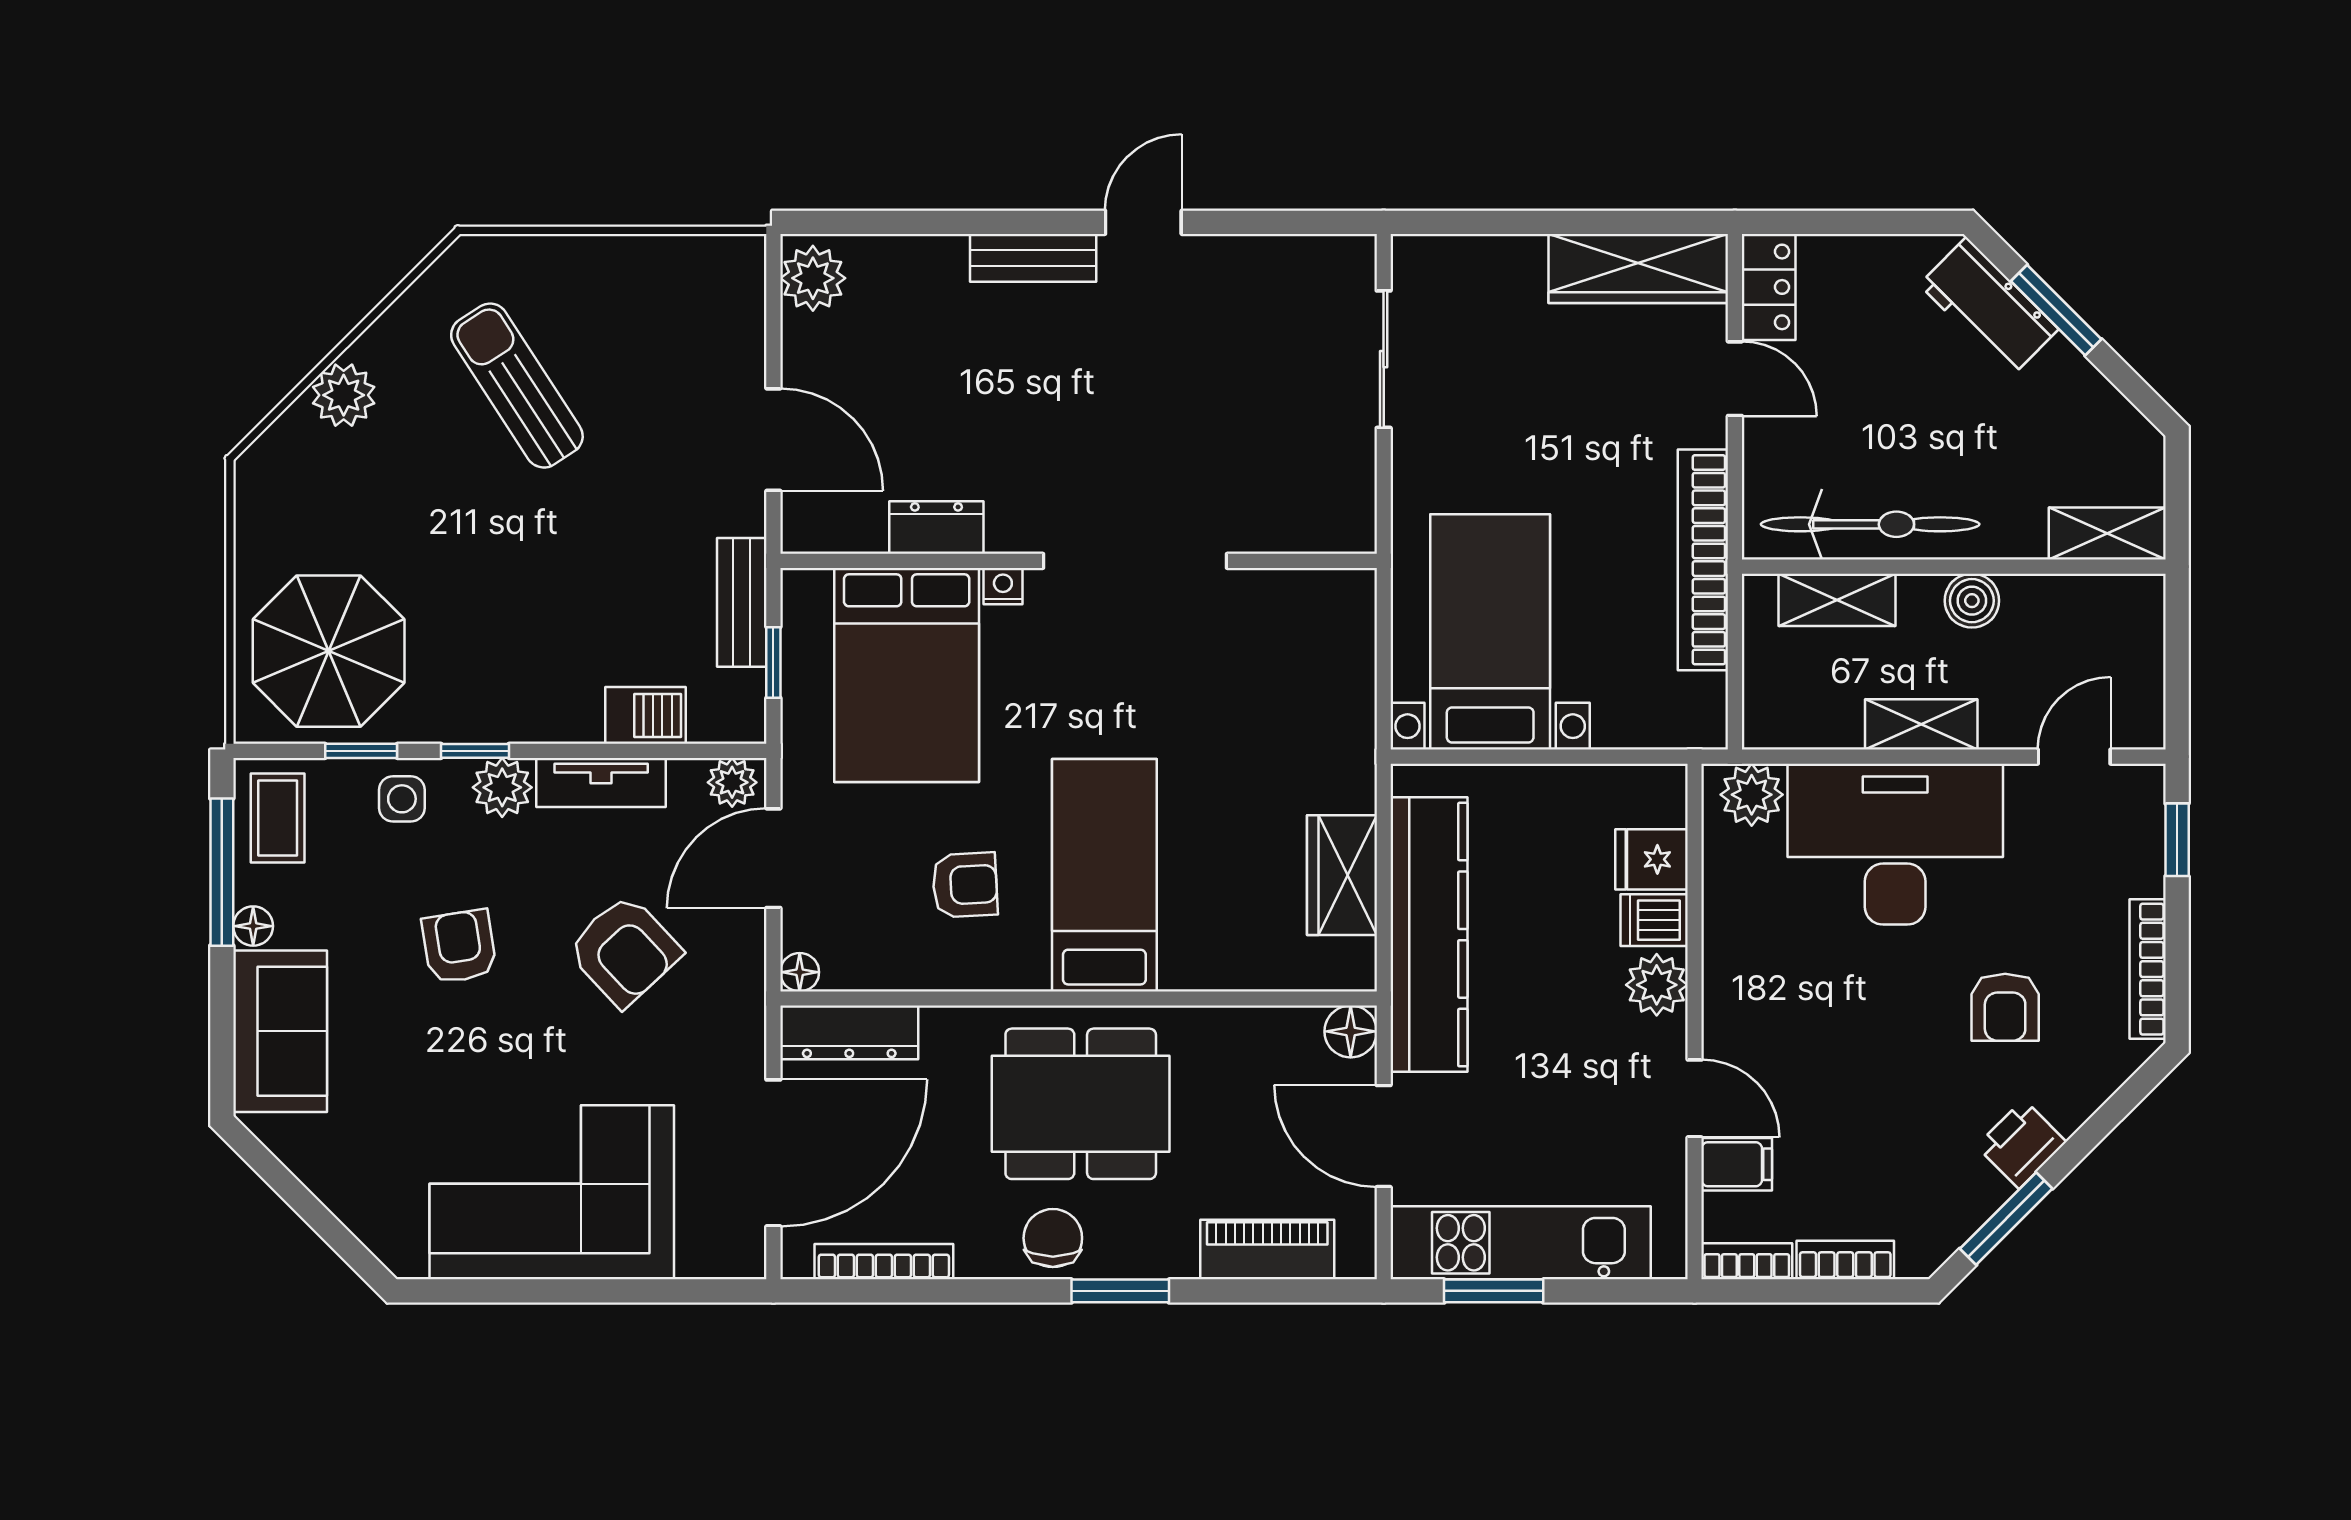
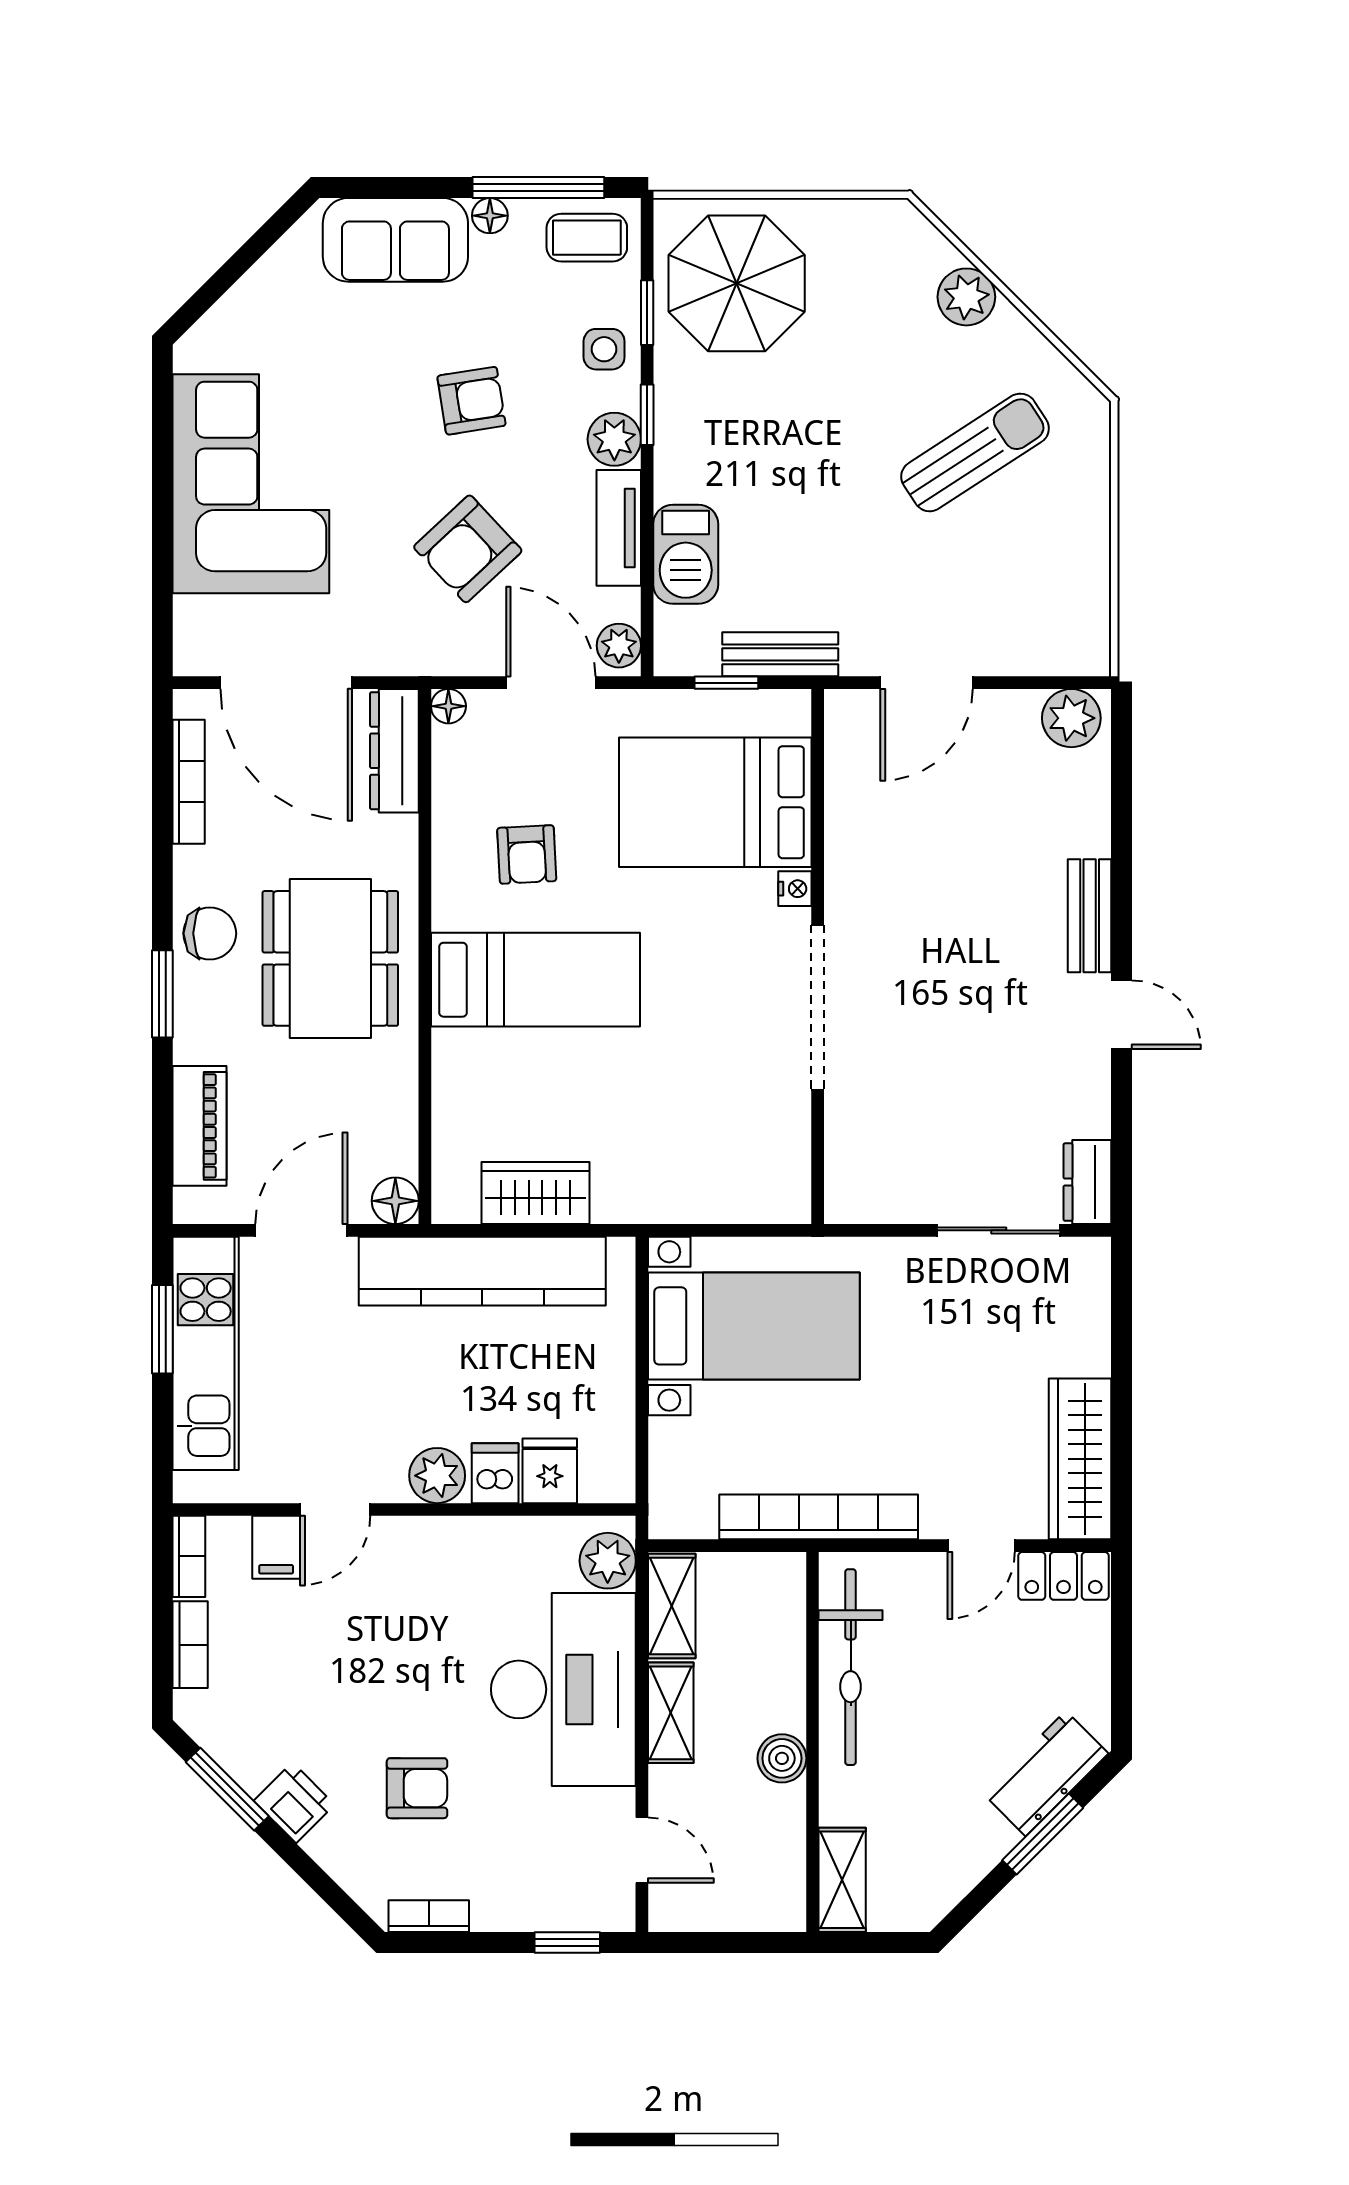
dresser: (936, 528) -> (1087, 1182), moved, turned 180
shelving: (1837, 600) -> (672, 1606), moved
barbecue: (646, 715) -> (686, 554), width x1.38, depth x1.27
bookcase: (2148, 969) -> (429, 1916), width x0.64
armchair: (2005, 1007) -> (417, 1788), turned 180

